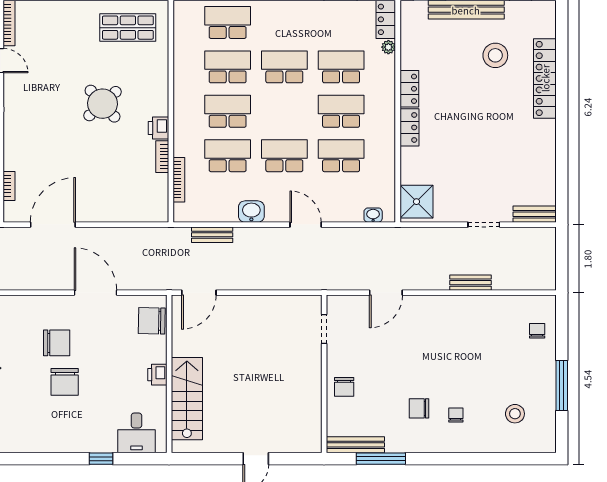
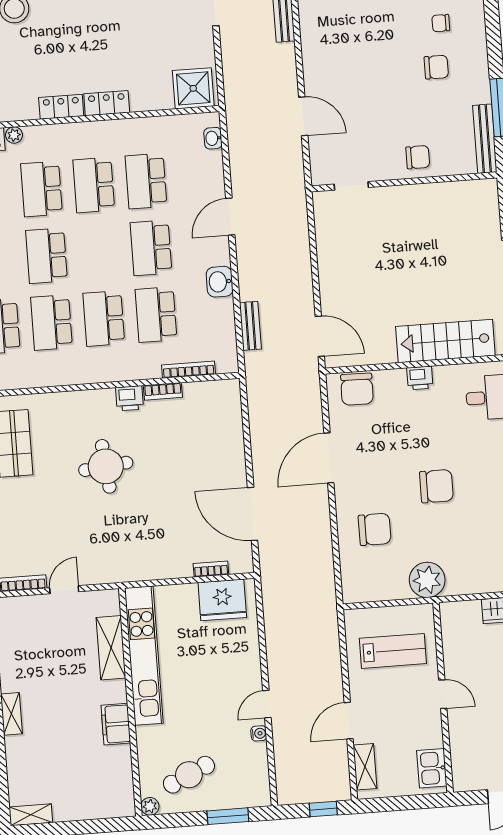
round table: (103, 104) -> (106, 466), turned 36
chair: (57, 343) -> (375, 529), moved, turned 90
chair: (419, 408) -> (436, 67), turned -90

